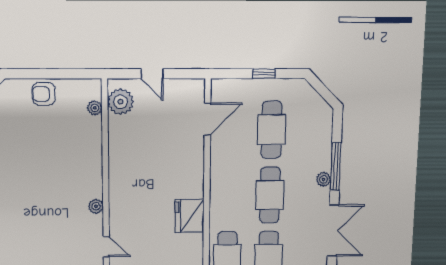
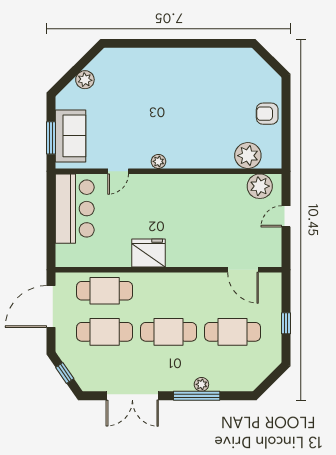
armchair: (44, 94) -> (267, 114), turned -90
plant: (95, 108) -> (248, 156), width x1.88, depth x1.88
plant: (324, 179) -> (201, 384), moved

